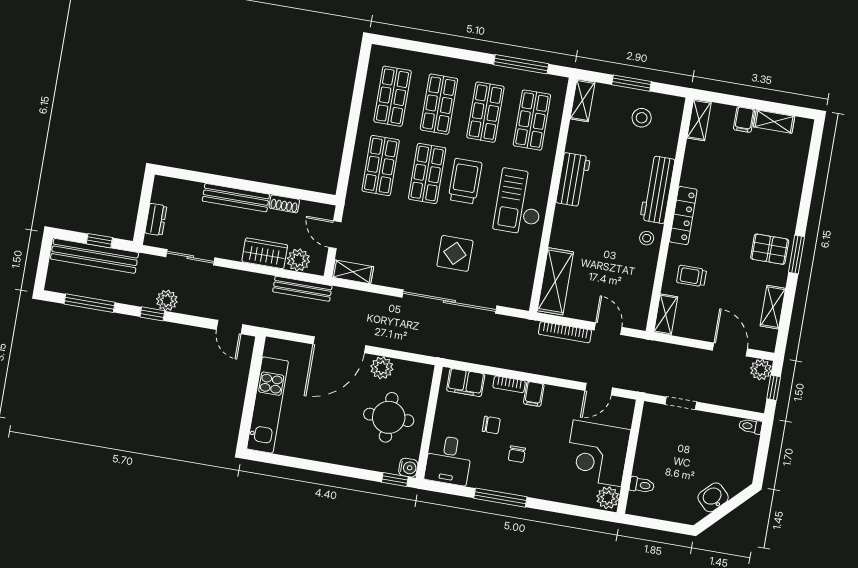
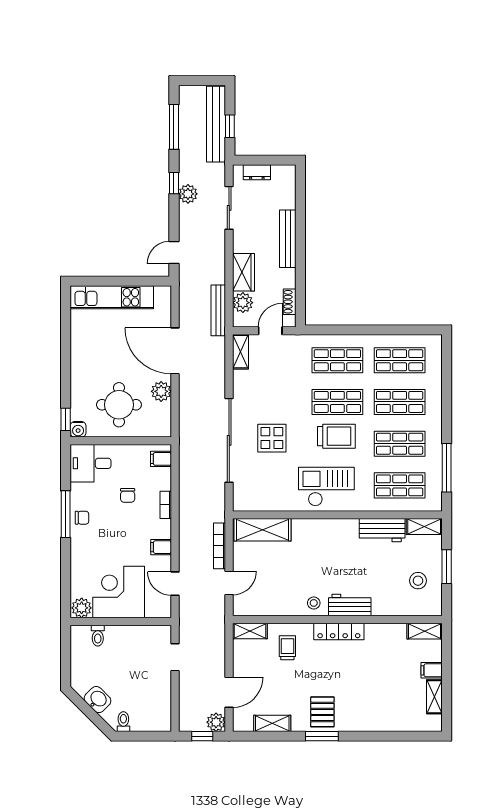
workbench: (573, 180) -> (382, 530), moved
workbench: (657, 190) -> (350, 605), width x0.73
shoe rack: (284, 204) -> (290, 302), moved
filing cabinet: (466, 382) -> (161, 459), width x0.50
filing cabinet: (534, 394) -> (161, 547), moved
toilet: (750, 426) -> (123, 722), moved
chair: (517, 454) -> (82, 518), moved, turned 180

